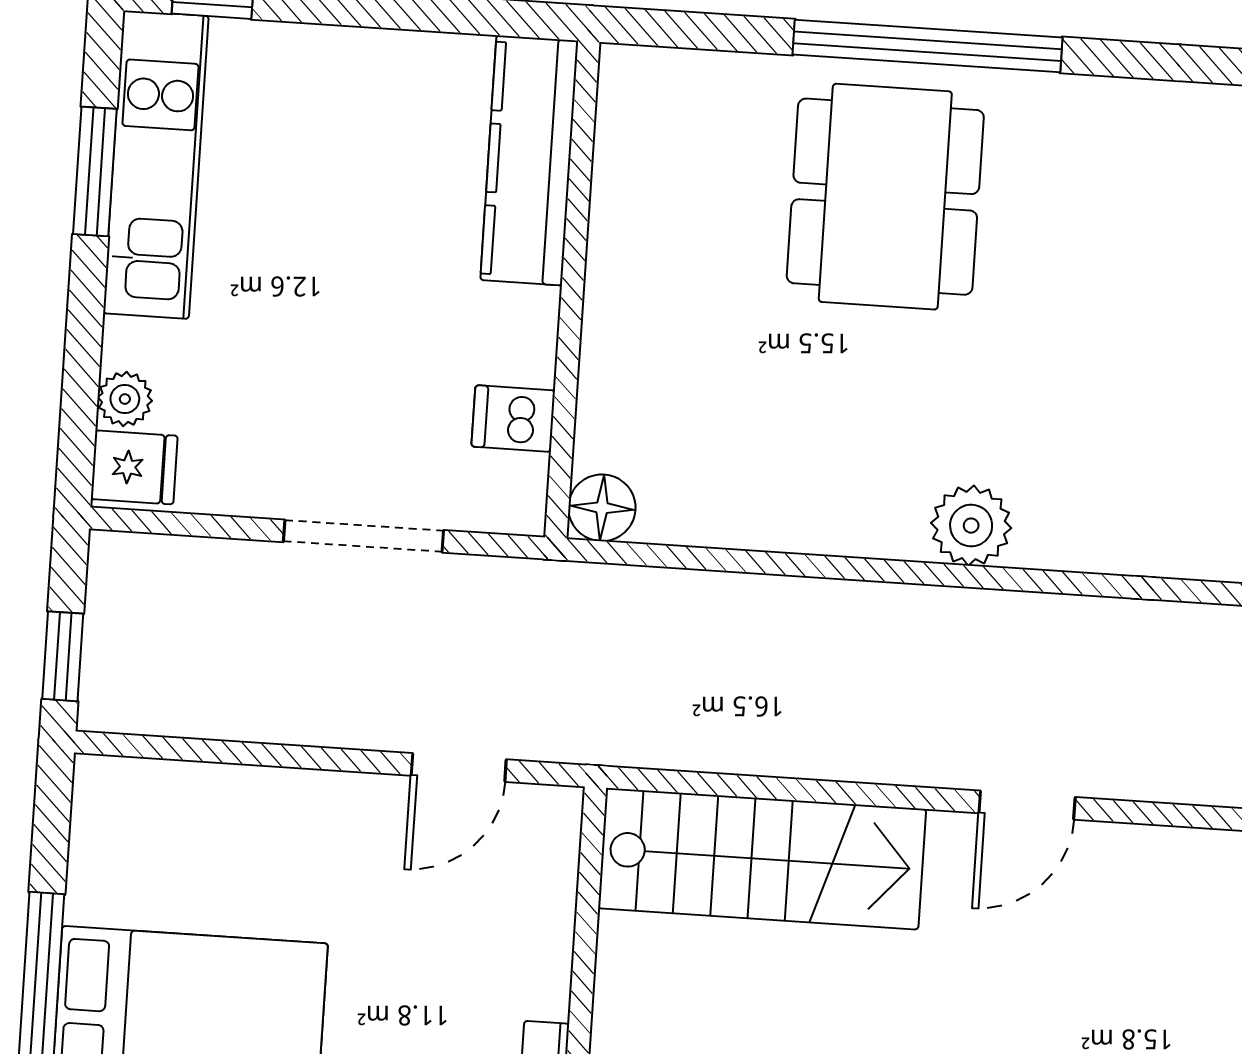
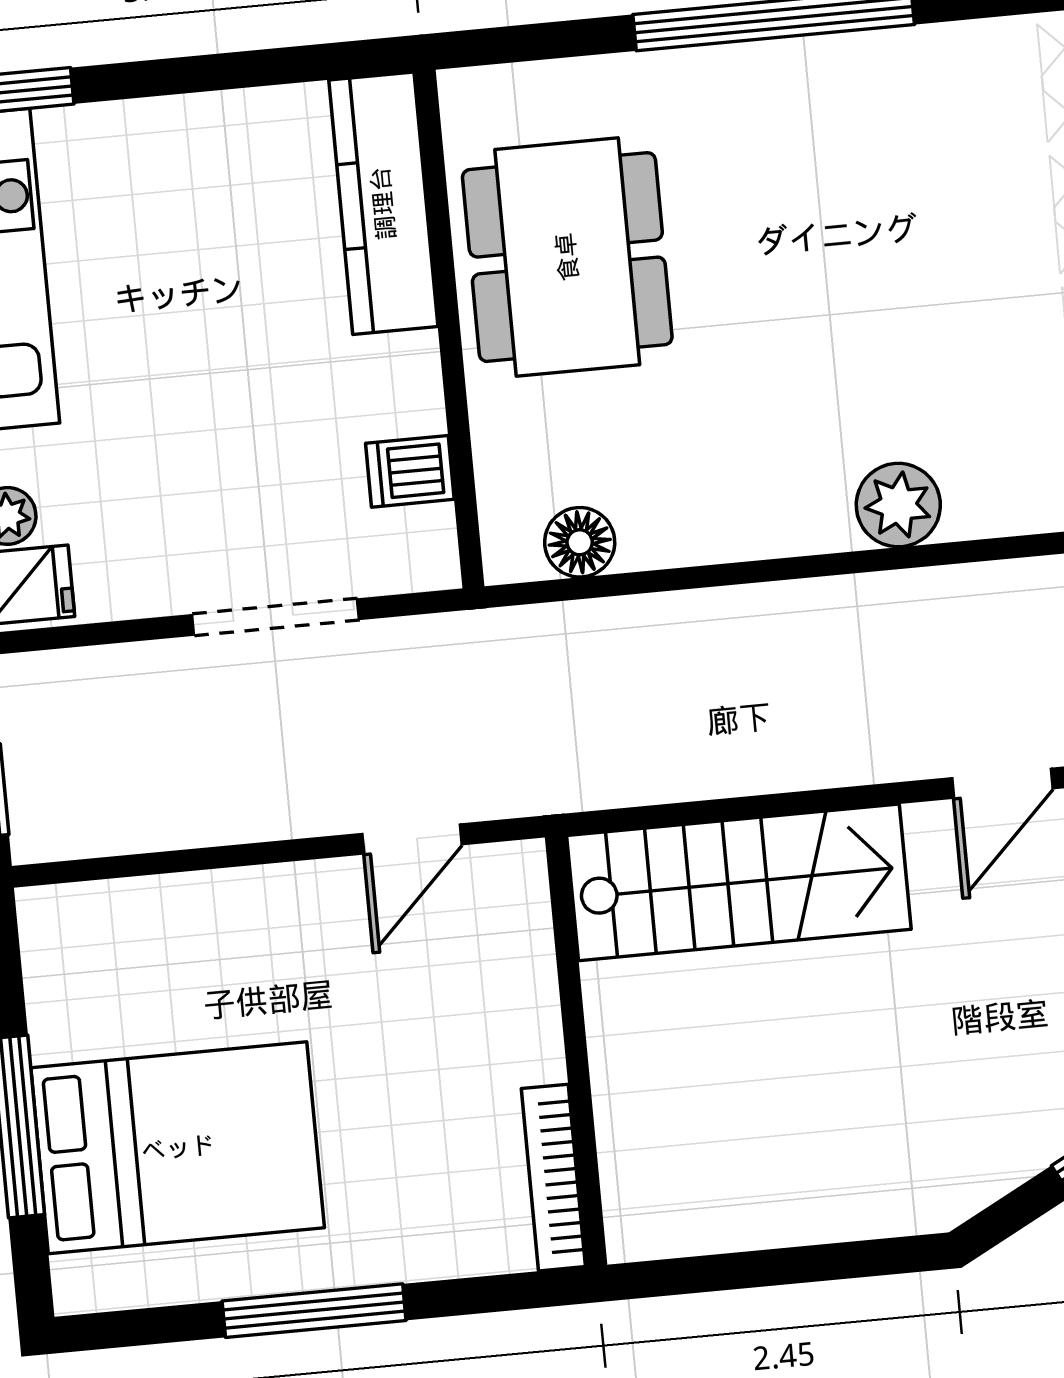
dining table: (885, 197) -> (567, 257), moved
floor lamp: (602, 508) -> (580, 542), moved

